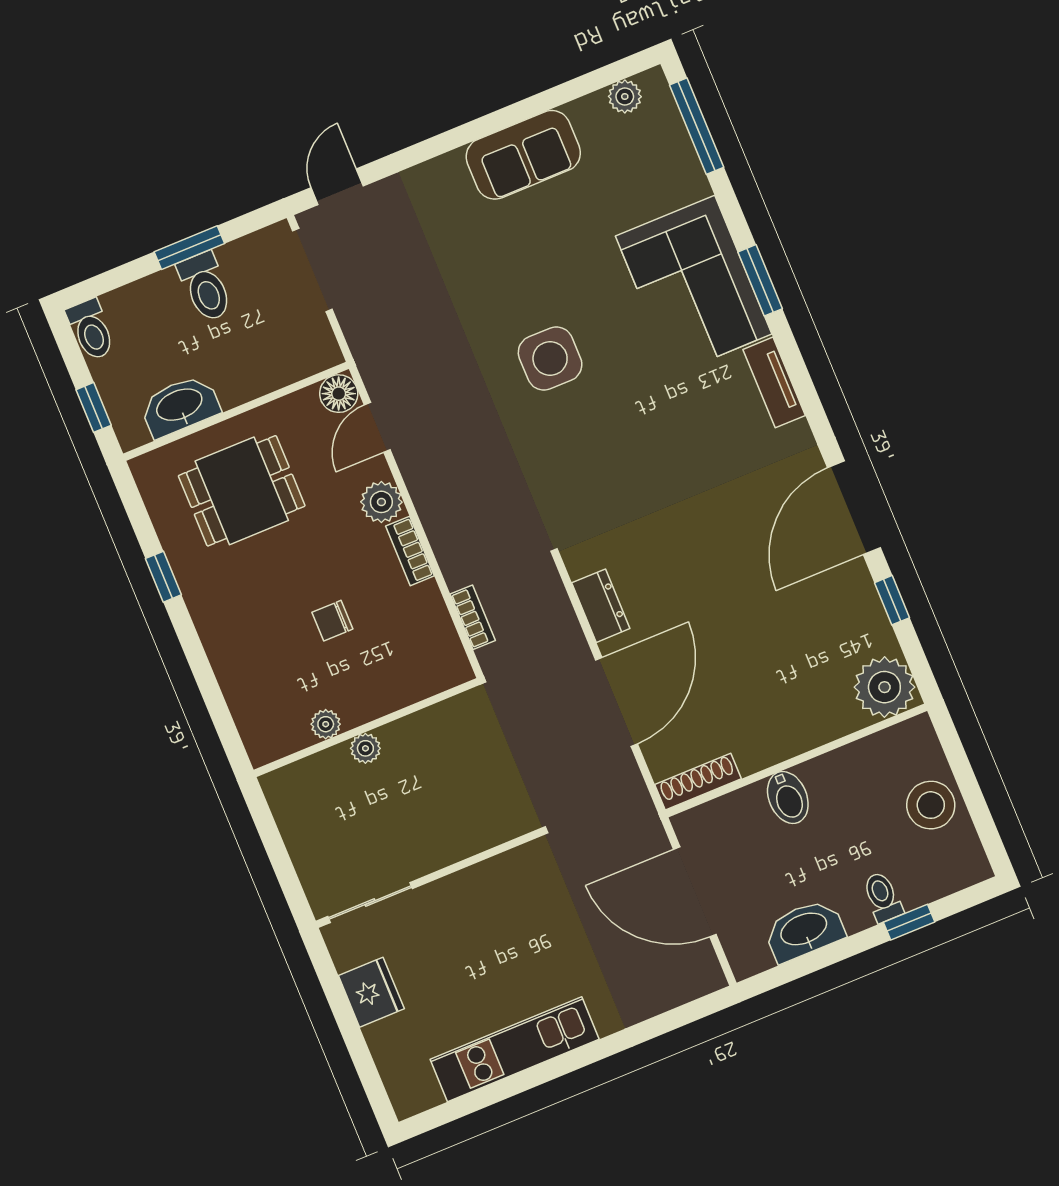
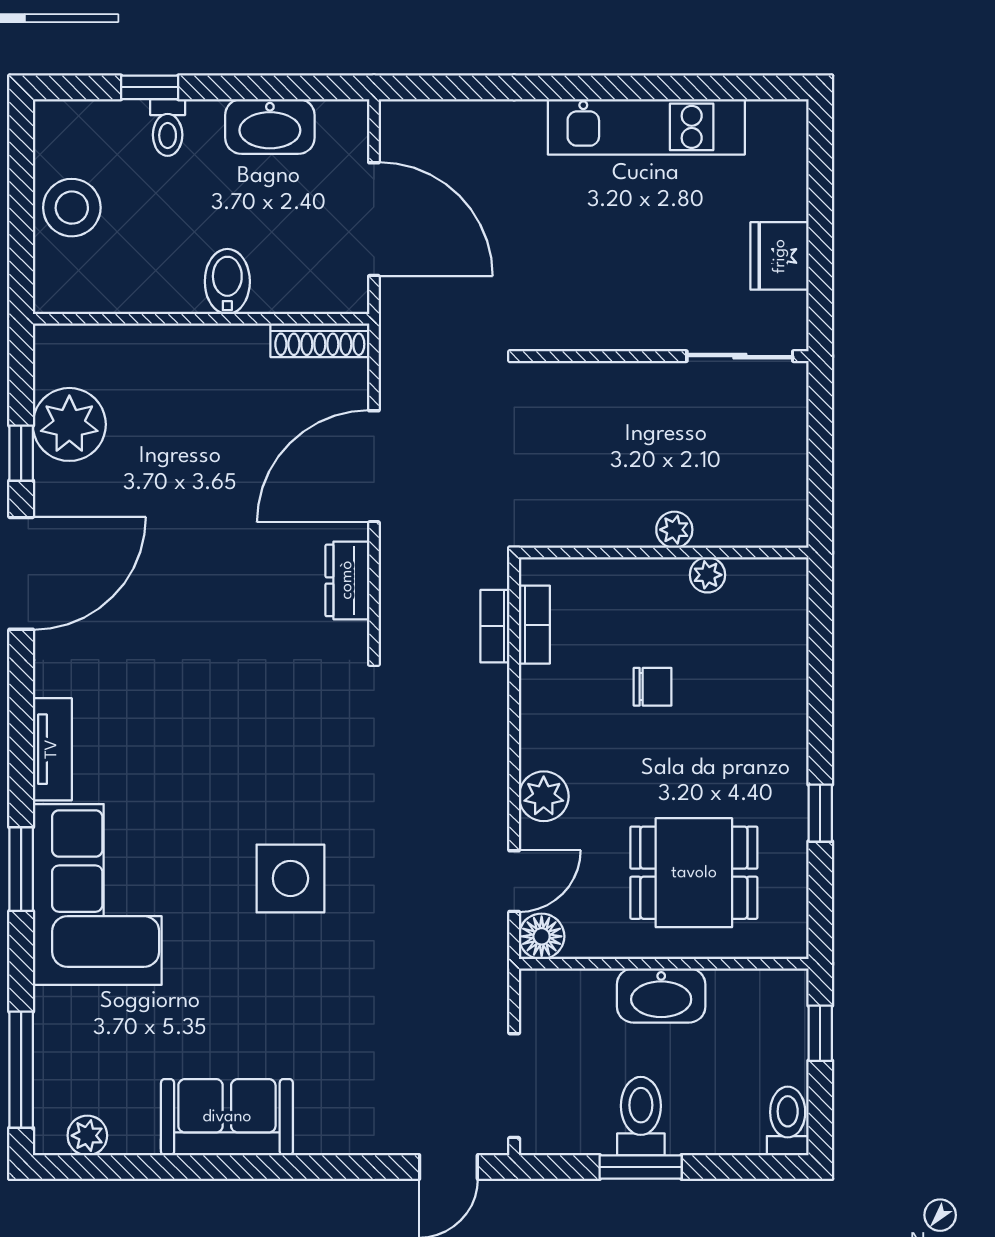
washbasin: (180, 406) -> (661, 995), moved
bookcase: (410, 551) -> (534, 625), moved
plant: (884, 687) -> (69, 424), moved

